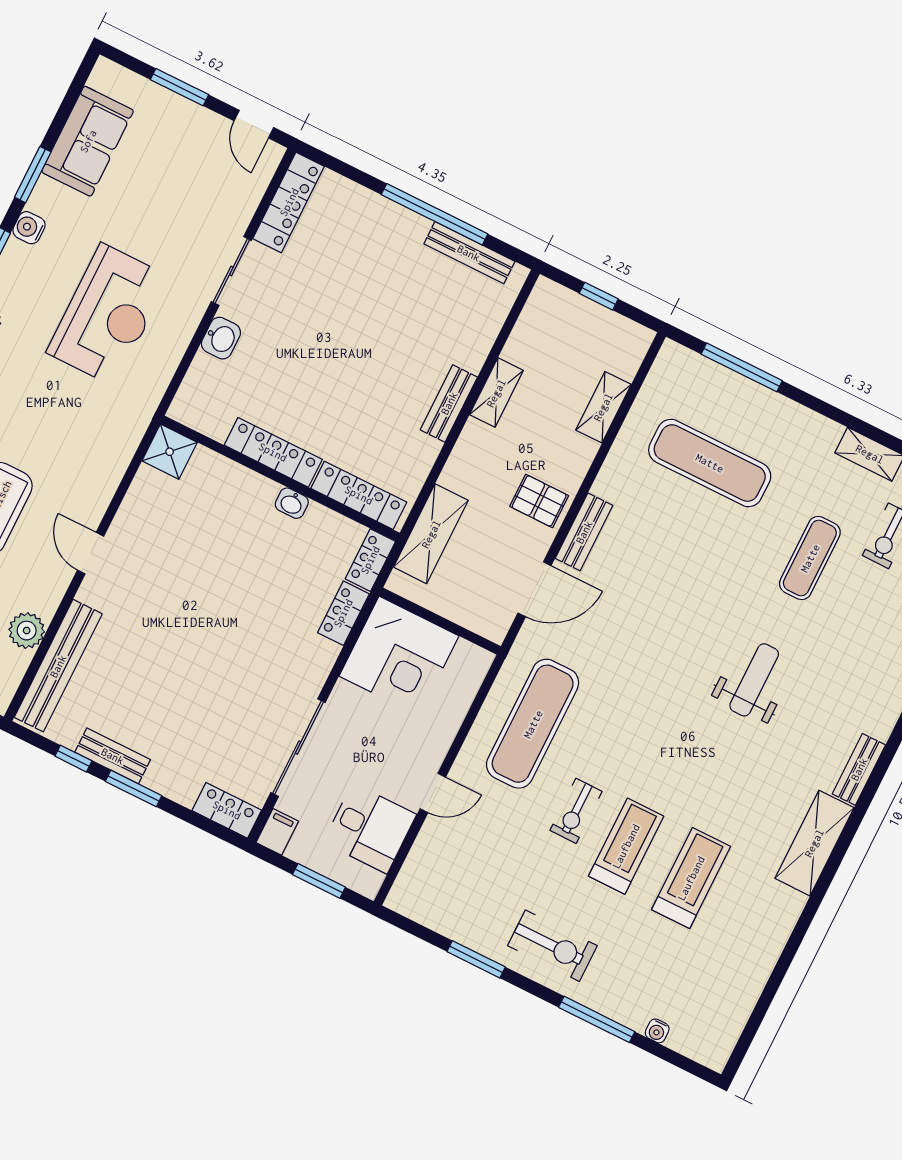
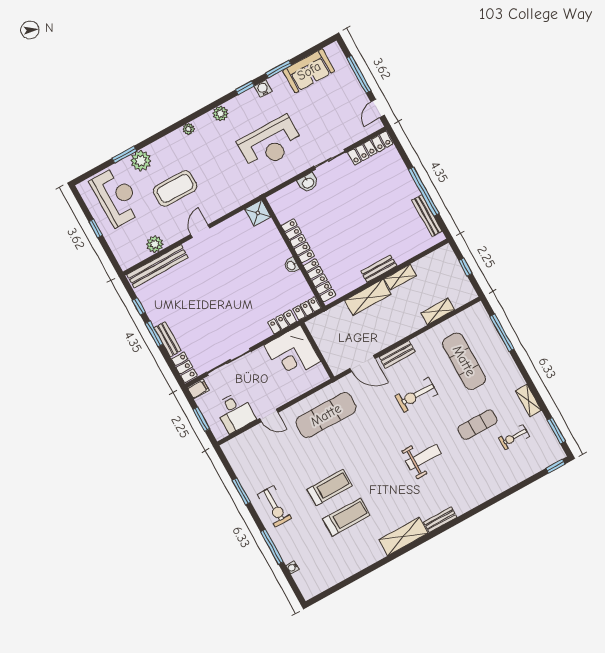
window: (180, 87) -> (359, 74), width x1.44
pallet: (539, 501) -> (388, 331), removed
shelving: (431, 534) -> (368, 297), moved
bench: (113, 756) -> (168, 339), moved
exercise bike: (576, 811) -> (416, 395), moved, width x1.38, depth x1.39

